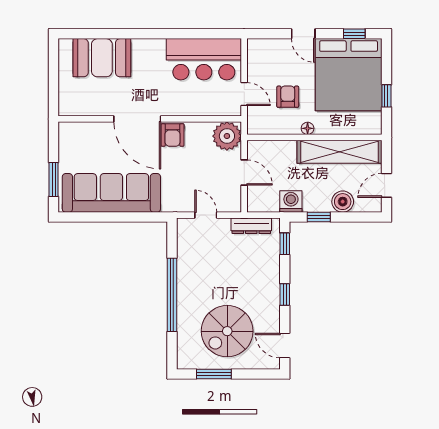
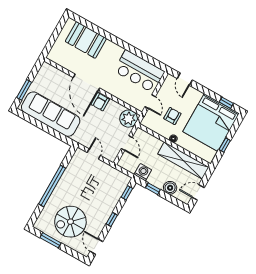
door: (303, 34) -> (185, 79), moved
dresser: (251, 226) -> (115, 173), removed

